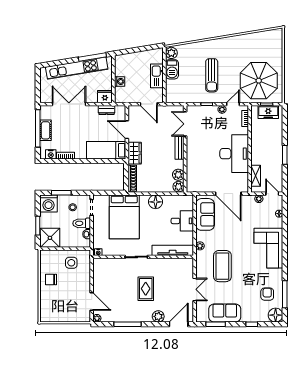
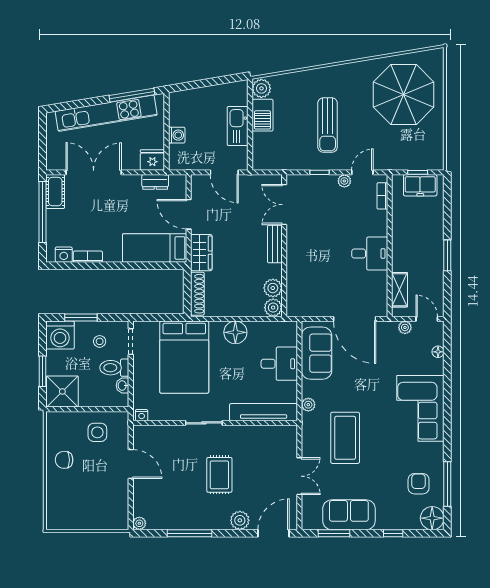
parasol: (259, 81) -> (404, 94), moved
cot: (46, 130) -> (55, 192), moved
desk: (234, 154) -> (370, 254), width x0.53, depth x0.77
door: (92, 302) -> (131, 464), moved

